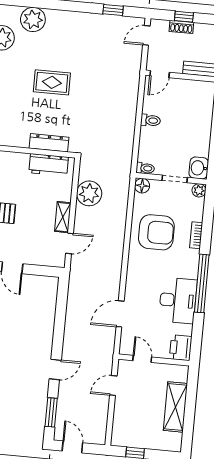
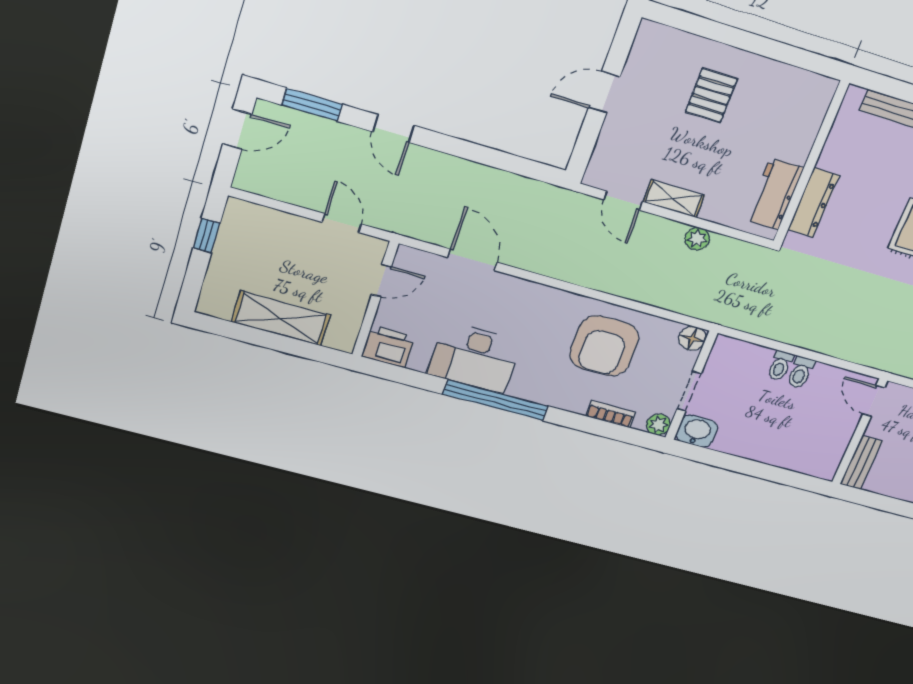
toilet: (145, 168) -> (780, 366), moved
plant: (89, 193) -> (697, 239), width x0.53, depth x0.53
bookcase: (196, 235) -> (611, 414), moved

